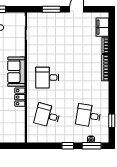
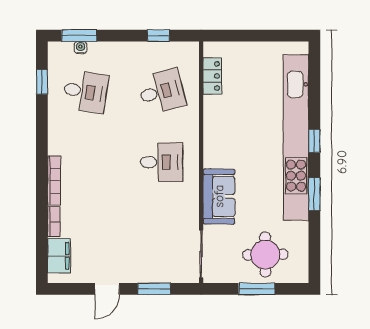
sofa: (16, 72) -> (219, 196), moved
locker: (20, 97) -> (212, 76), moved
desk: (47, 116) -> (162, 92), turned -30
window: (68, 146) -> (158, 36), moved

